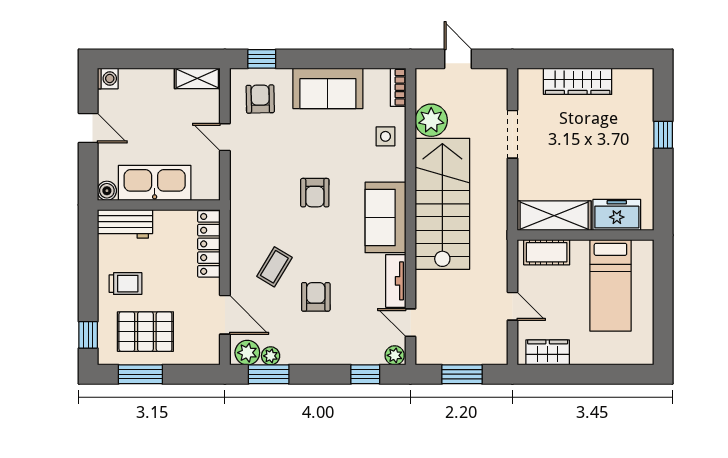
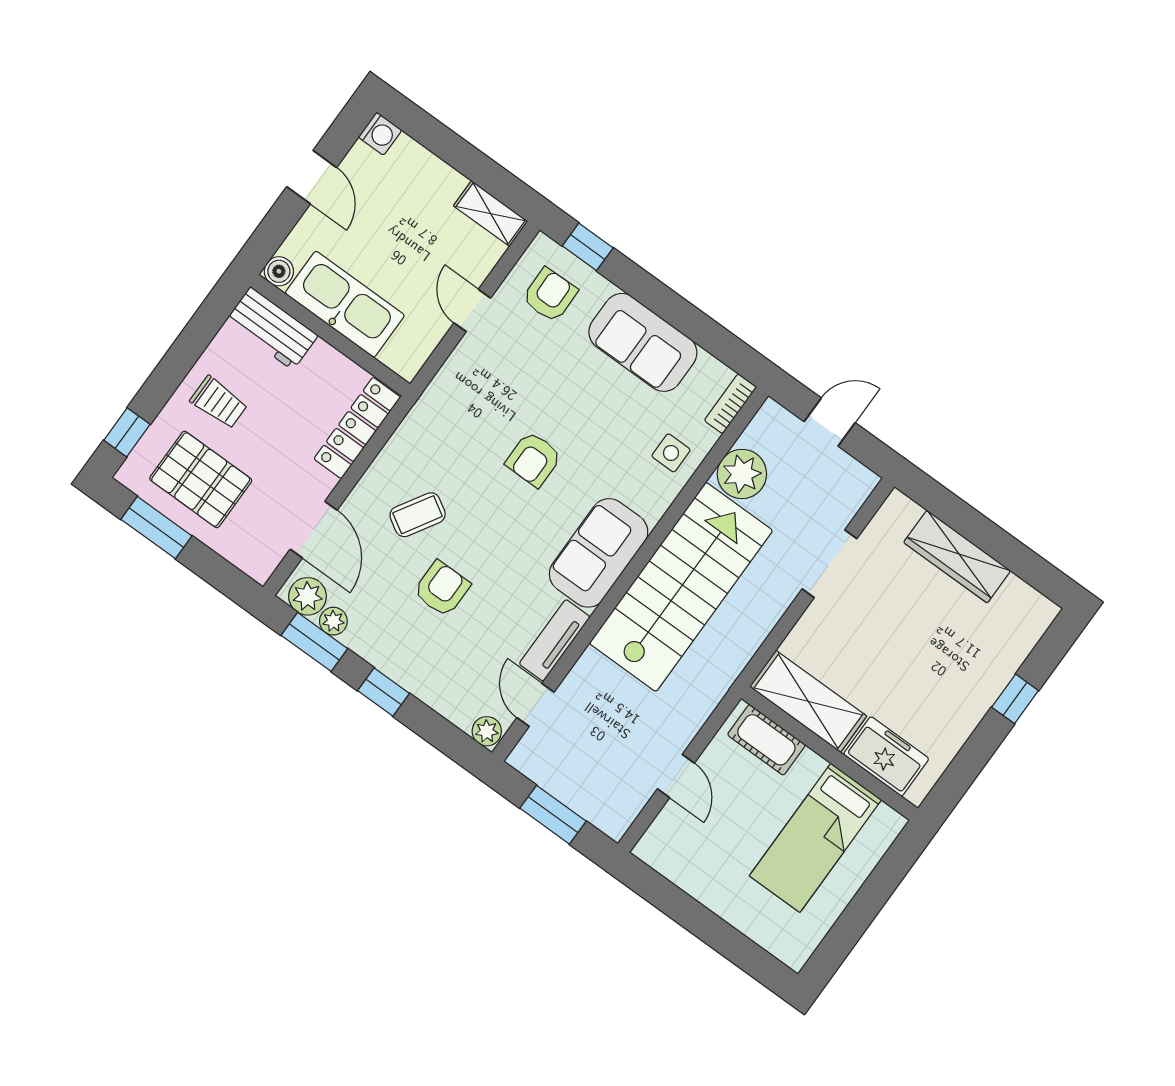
door: (458, 59) -> (830, 422), hinge flipped
wardrobe: (548, 352) -> (678, 864), removed
window: (365, 374) -> (383, 692), moved

